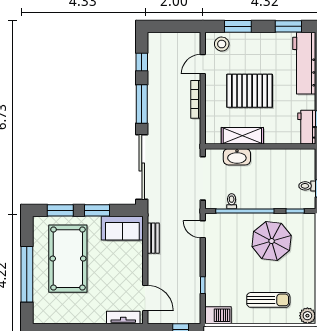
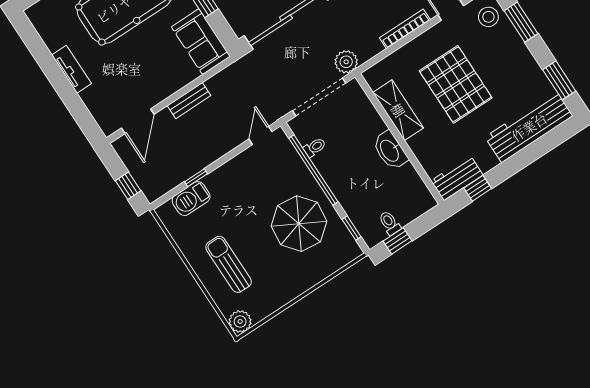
plant: (192, 148) -> (346, 62), added
washbasin: (237, 157) -> (390, 150), moved
bench: (153, 238) -> (189, 101), moved
sun lounger: (268, 300) -> (229, 264), turned 180
barbecue: (218, 315) -> (191, 199), moved, turned 90
tv unit: (123, 317) -> (72, 69), moved

